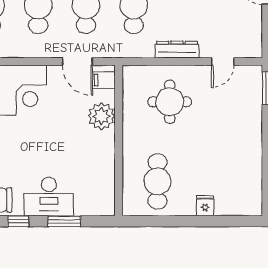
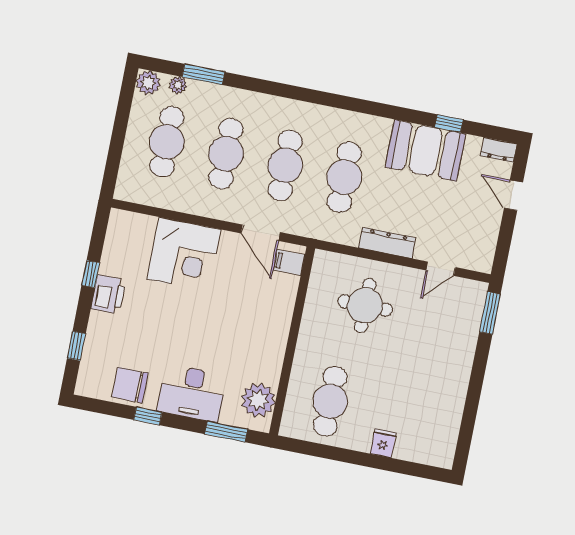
plant: (101, 116) -> (258, 400), moved
window: (64, 221) -> (226, 432), moved

